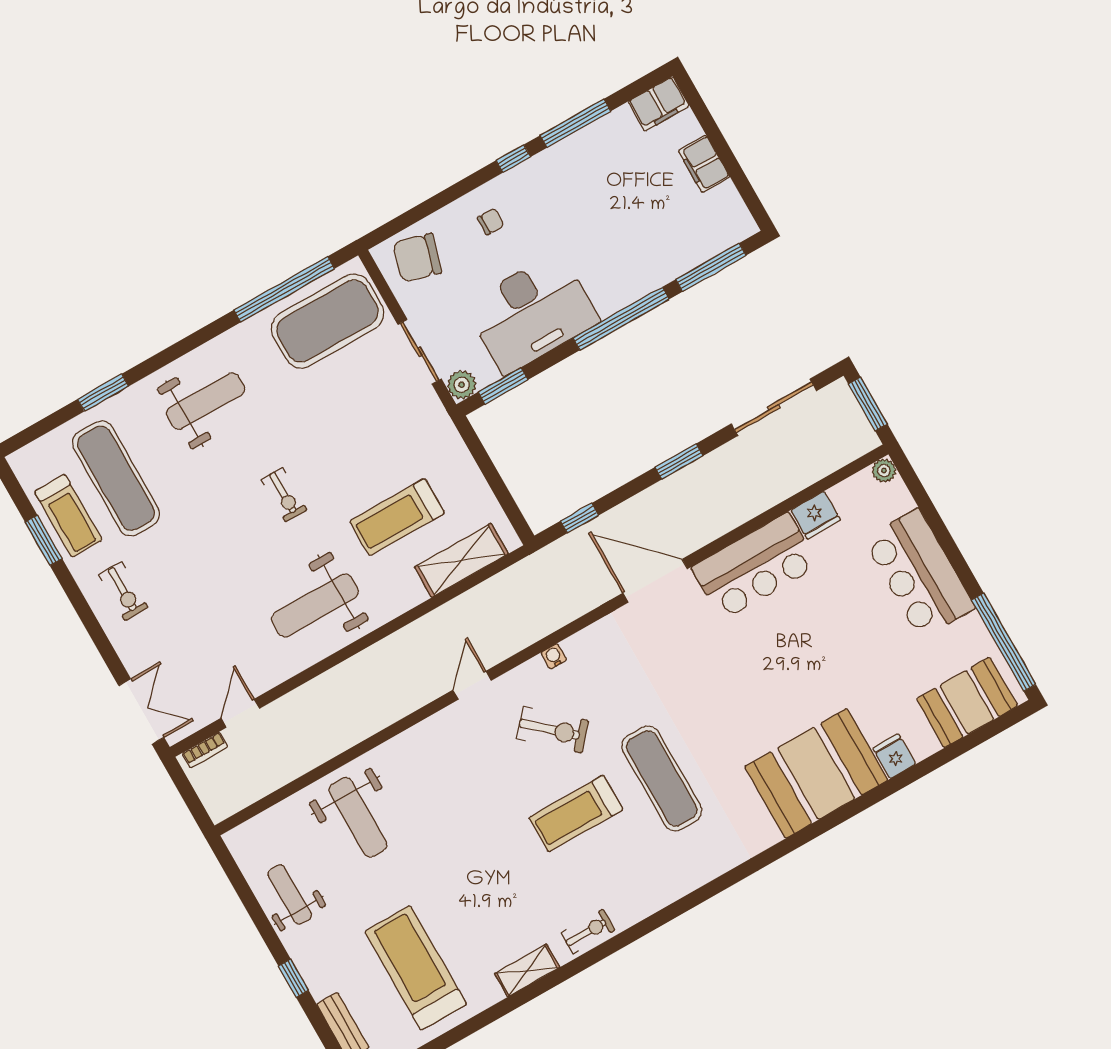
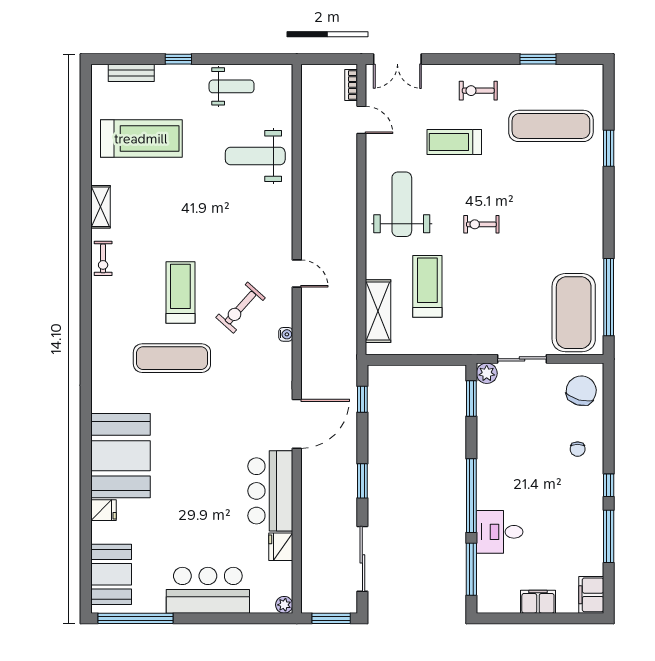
desk: (532, 313) -> (500, 532), moved, width x0.53, depth x0.77
weight bench: (206, 401) -> (567, 209), removed
treadmill: (68, 516) -> (454, 142), moved

